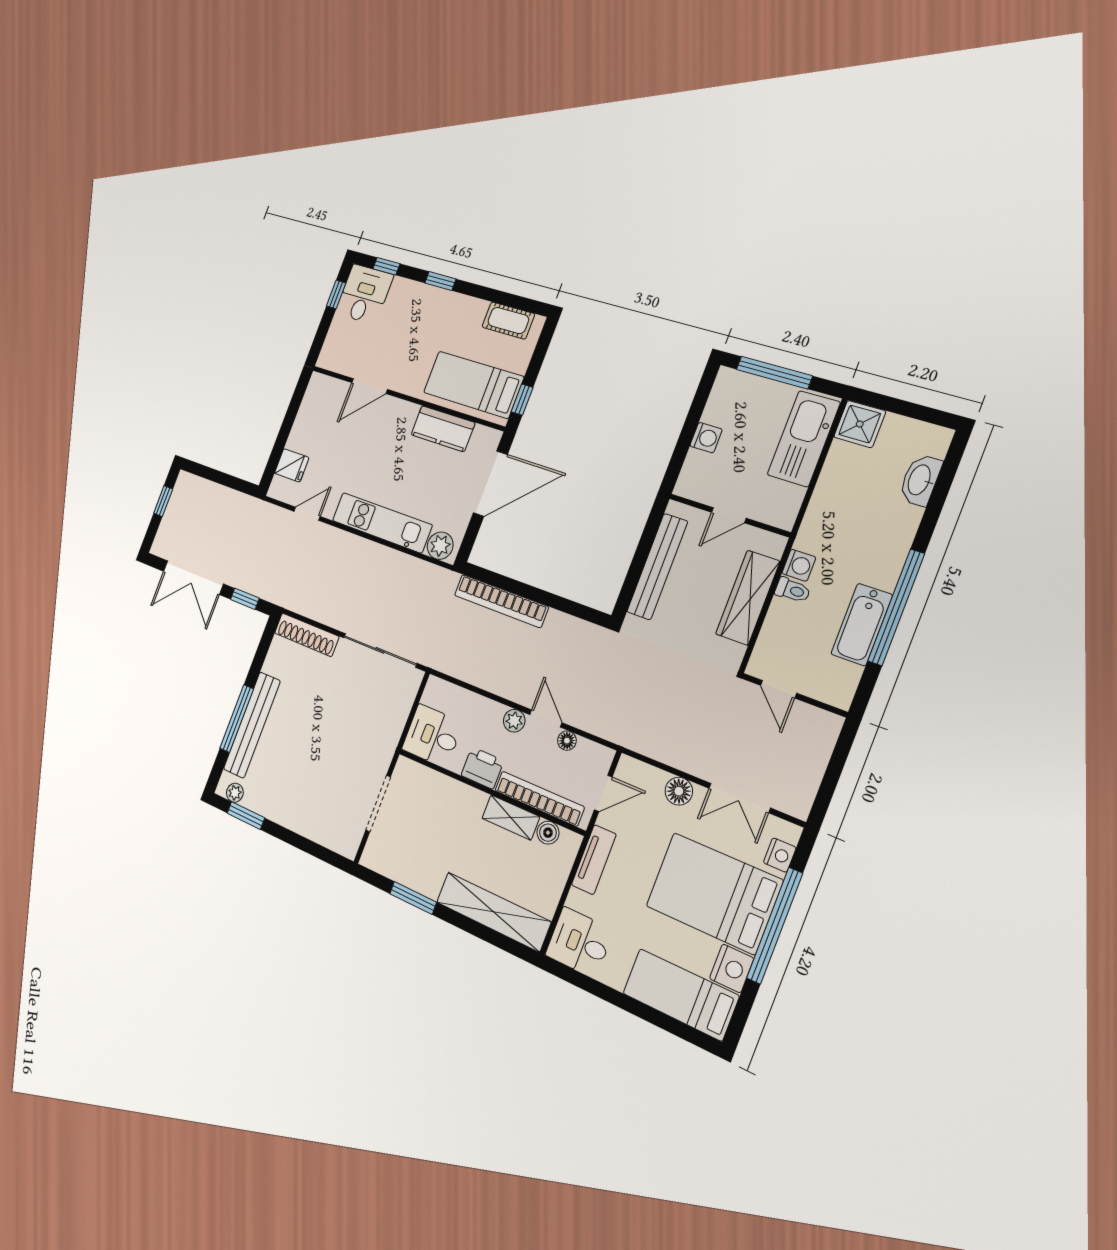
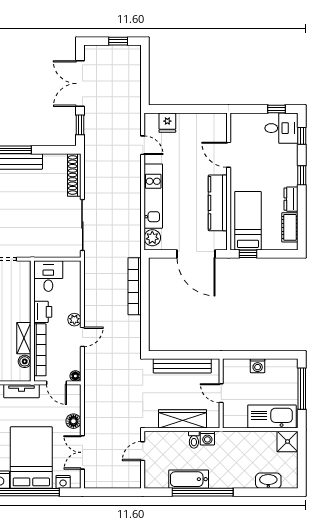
dresser: (468, 307) -> (291, 199), added
kitchen counter: (443, 429) -> (218, 203), width x1.50
floor lamp: (567, 741) -> (75, 376), moved

